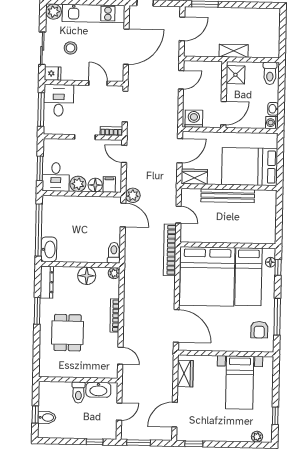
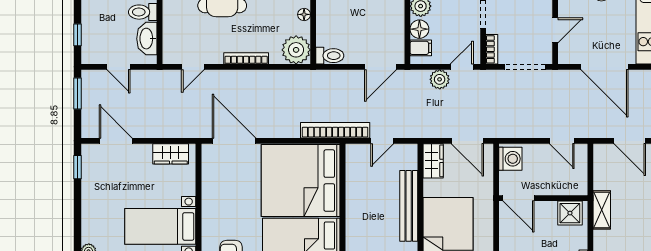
plant: (133, 195) -> (440, 79), moved
plant: (114, 273) -> (296, 50), width x1.88, depth x1.88
floor lamp: (87, 276) -> (304, 14), width x0.53, depth x0.53
door: (176, 326) -> (234, 141), swing flipped

